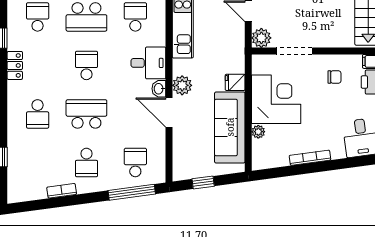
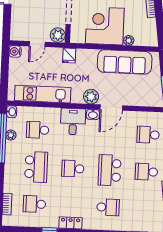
fridge: (235, 82) -> (69, 55), moved
school desk: (86, 163) -> (146, 172), turned 180

